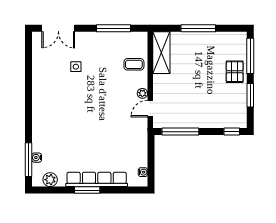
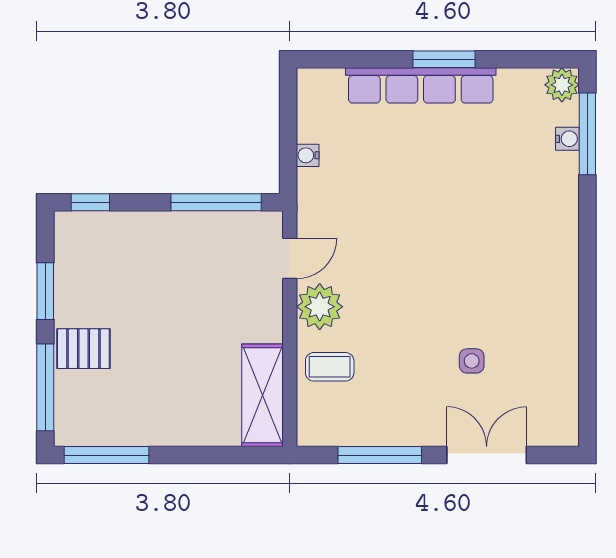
double door: (58, 28) -> (487, 455), moved
window: (198, 28) -> (106, 455), moved
pallet: (235, 72) -> (83, 349), turned 90
plant: (142, 93) -> (320, 307), width x1.88, depth x1.88
water cooler: (143, 172) -> (308, 155), moved
plant: (50, 180) -> (562, 85), moved

